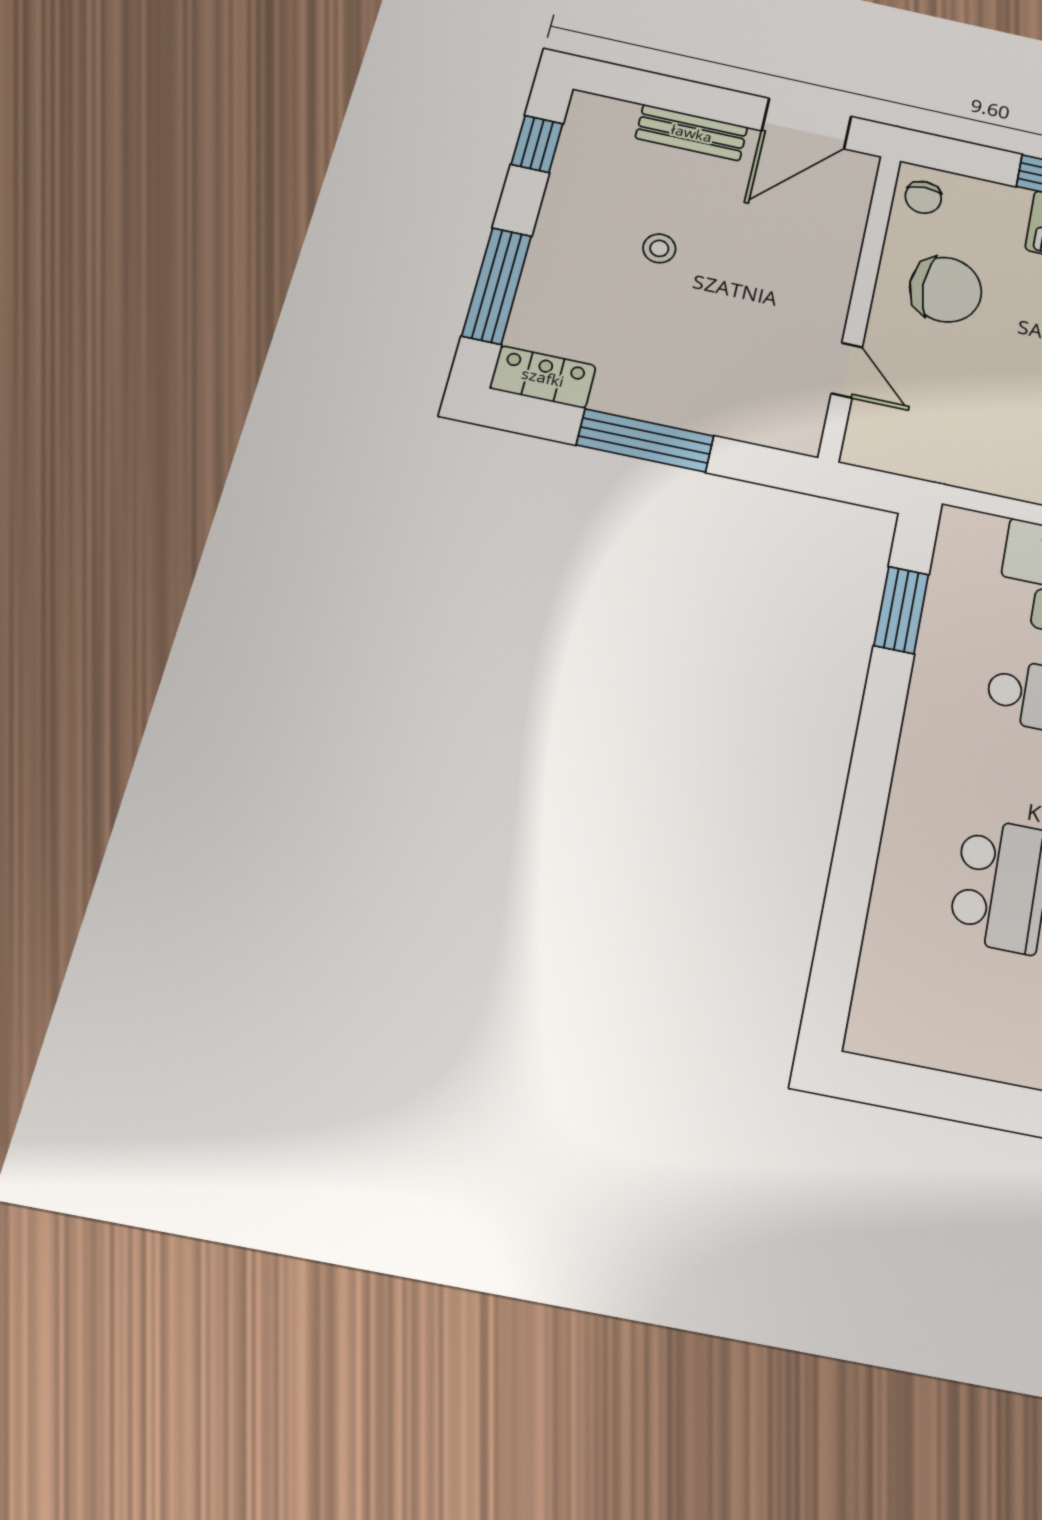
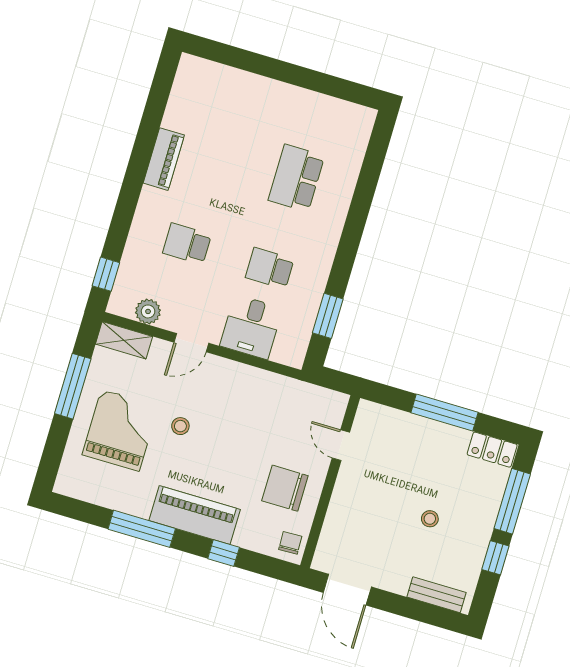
door: (807, 124) -> (347, 590), swing flipped
bench: (692, 133) -> (436, 595), moved
window: (537, 144) -> (495, 558), moved

